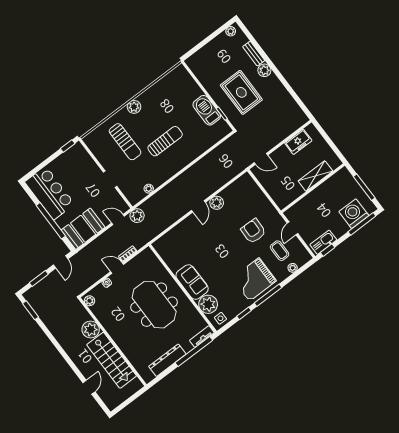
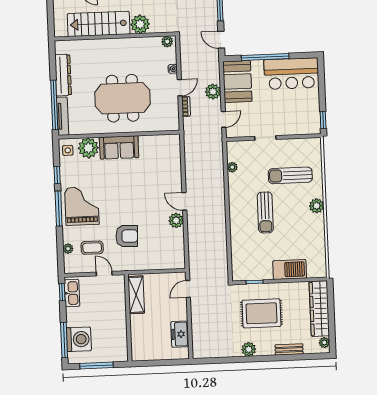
wardrobe: (208, 52) -> (319, 309), added
plant: (264, 70) -> (249, 349), moved
barbecue: (207, 110) -> (290, 269), moved
shelving: (315, 176) -> (136, 295), moved
plant: (137, 216) -> (213, 92), moved
tv unit: (202, 337) -> (63, 116), width x1.41

